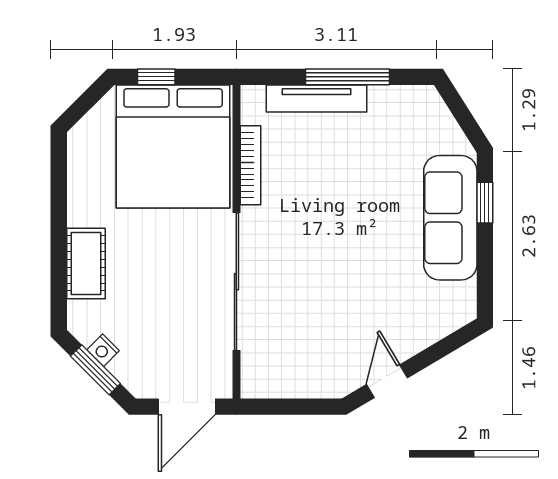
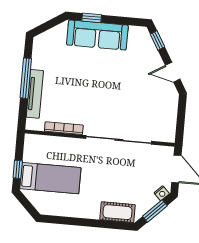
bed: (173, 147) -> (50, 178), width x0.49
cot: (86, 263) -> (117, 212), moved
window: (450, 344) -> (157, 40), added
nightstand: (103, 350) -> (162, 193), moved

